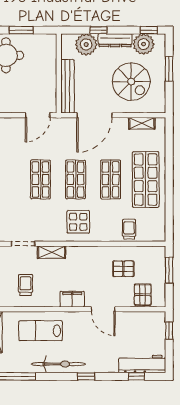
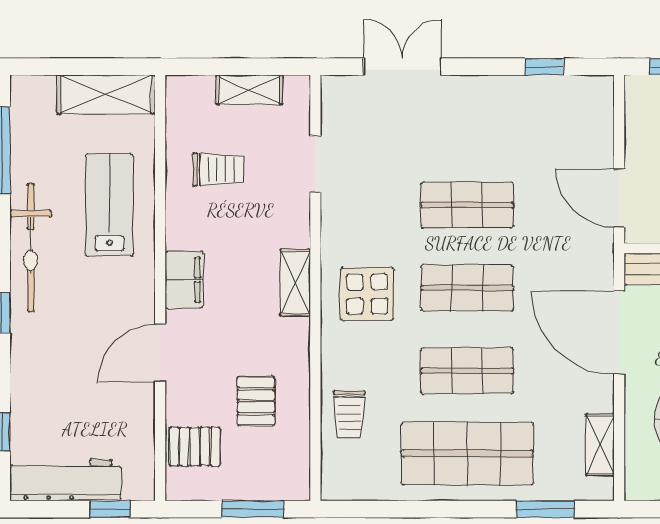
window: (169, 147) -> (545, 509), added
trolley: (129, 229) -> (349, 414), turned 90
shelving: (52, 252) -> (295, 283), moved
workbench: (142, 364) -> (65, 480), moved, turned -90

